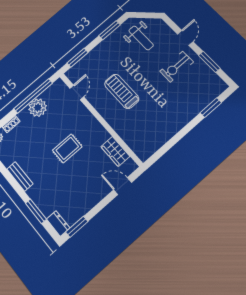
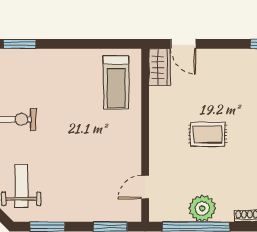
treadmill: (122, 91) -> (116, 83), moved
wardrobe: (115, 151) -> (160, 67), moved

